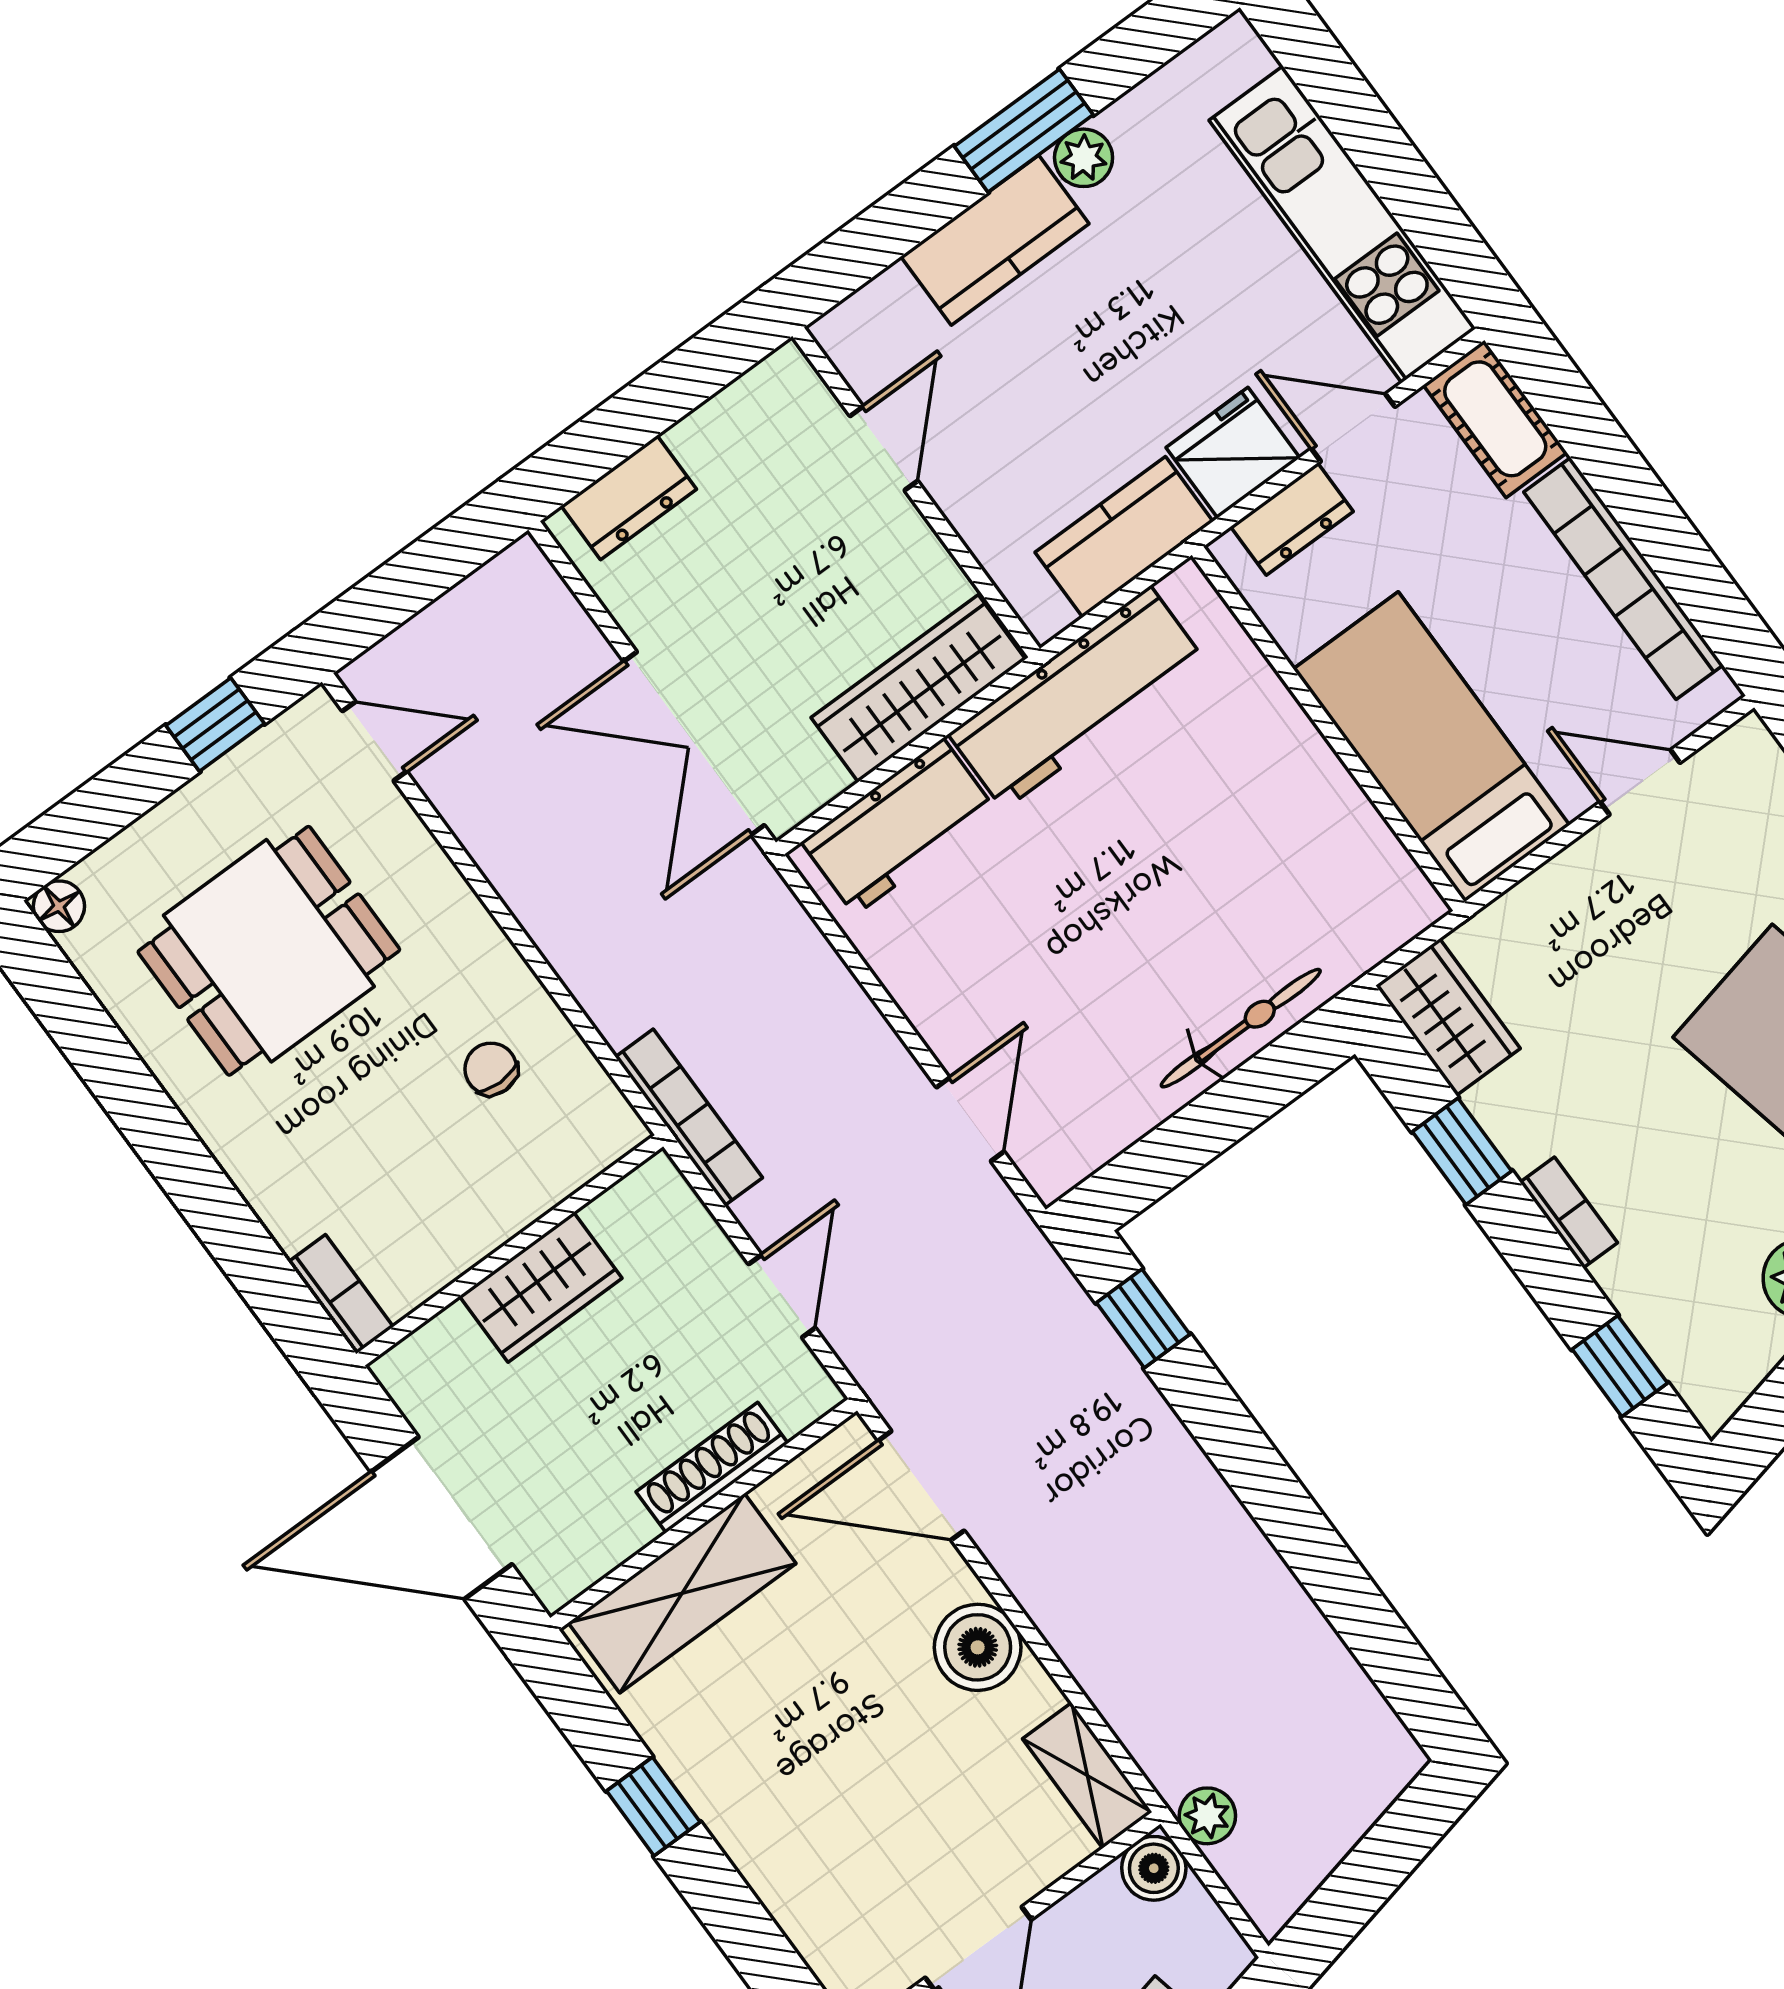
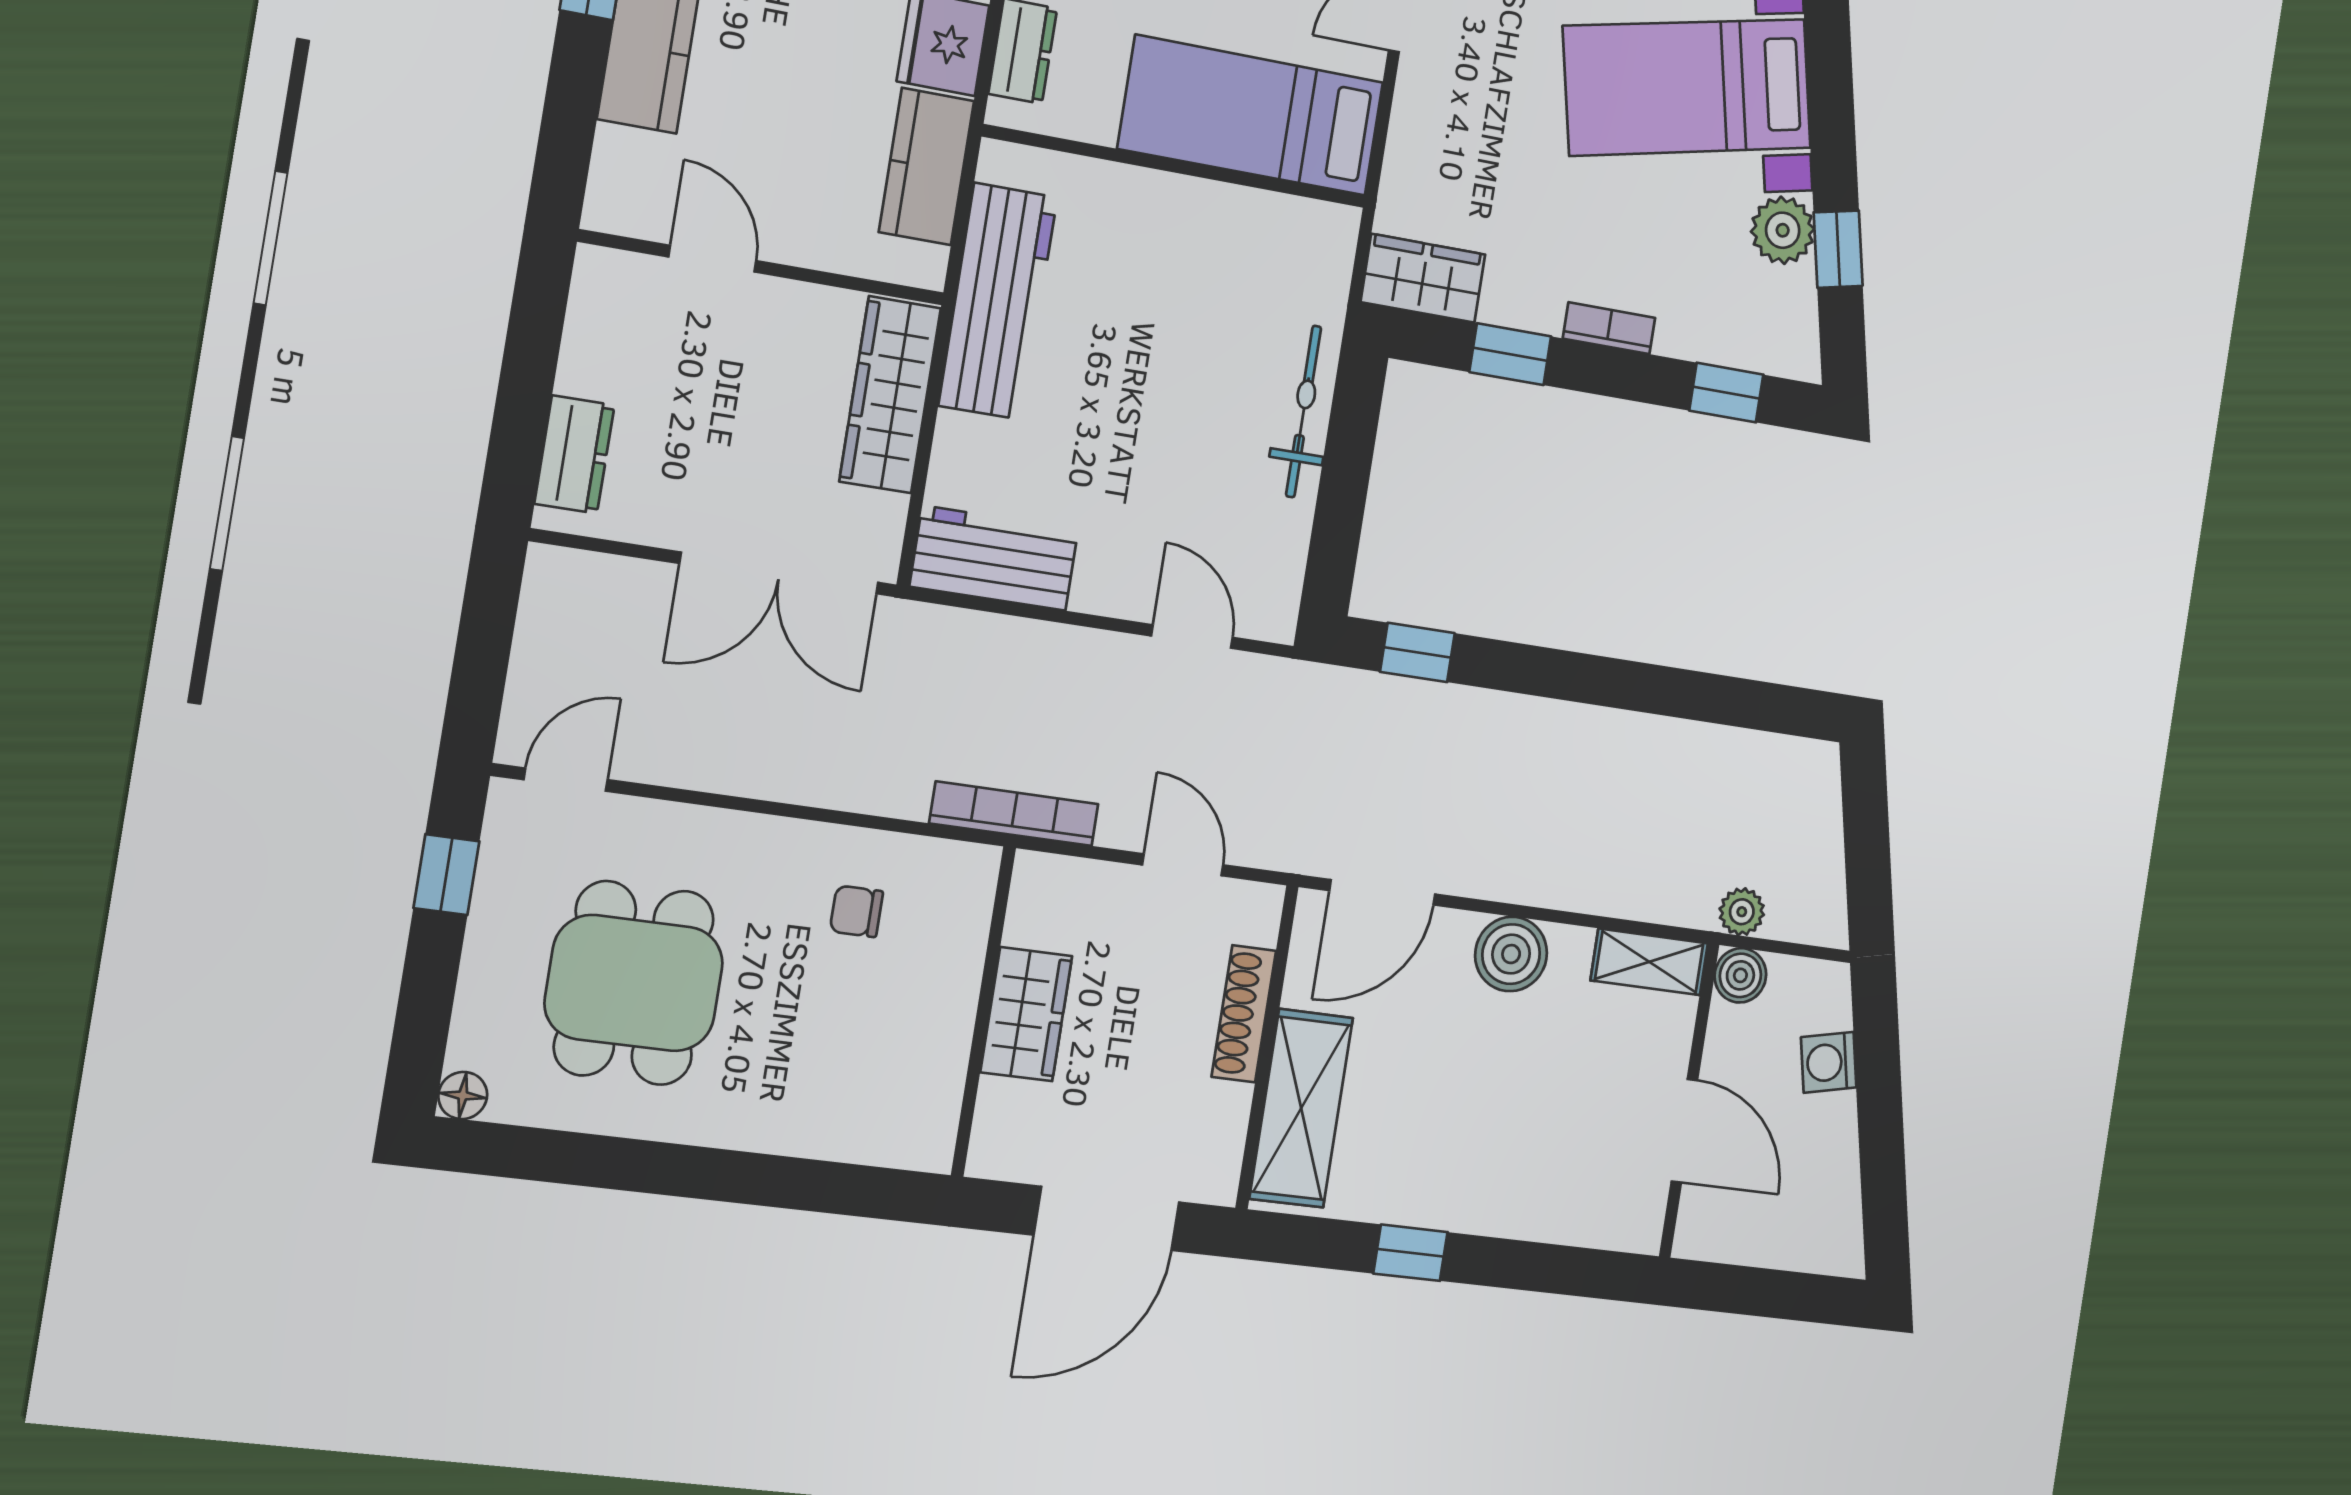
workbench: (899, 827) -> (994, 558), moved, turned -90
bookcase: (341, 1294) -> (903, 1149), removed

